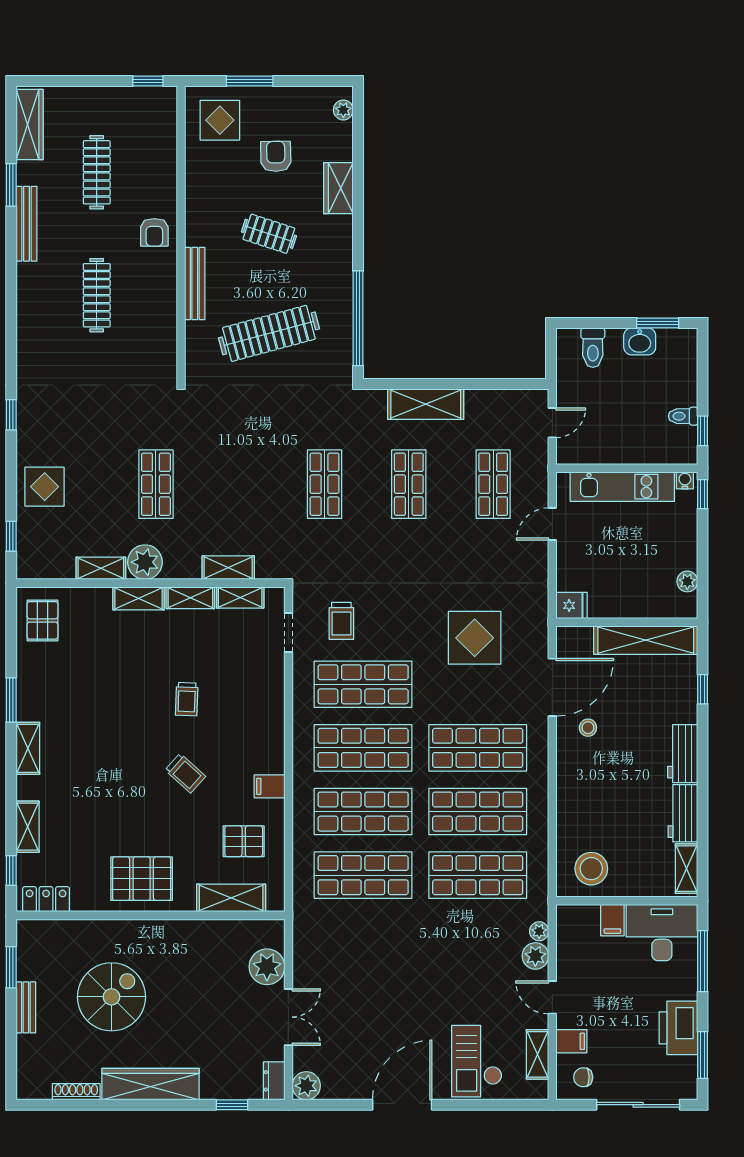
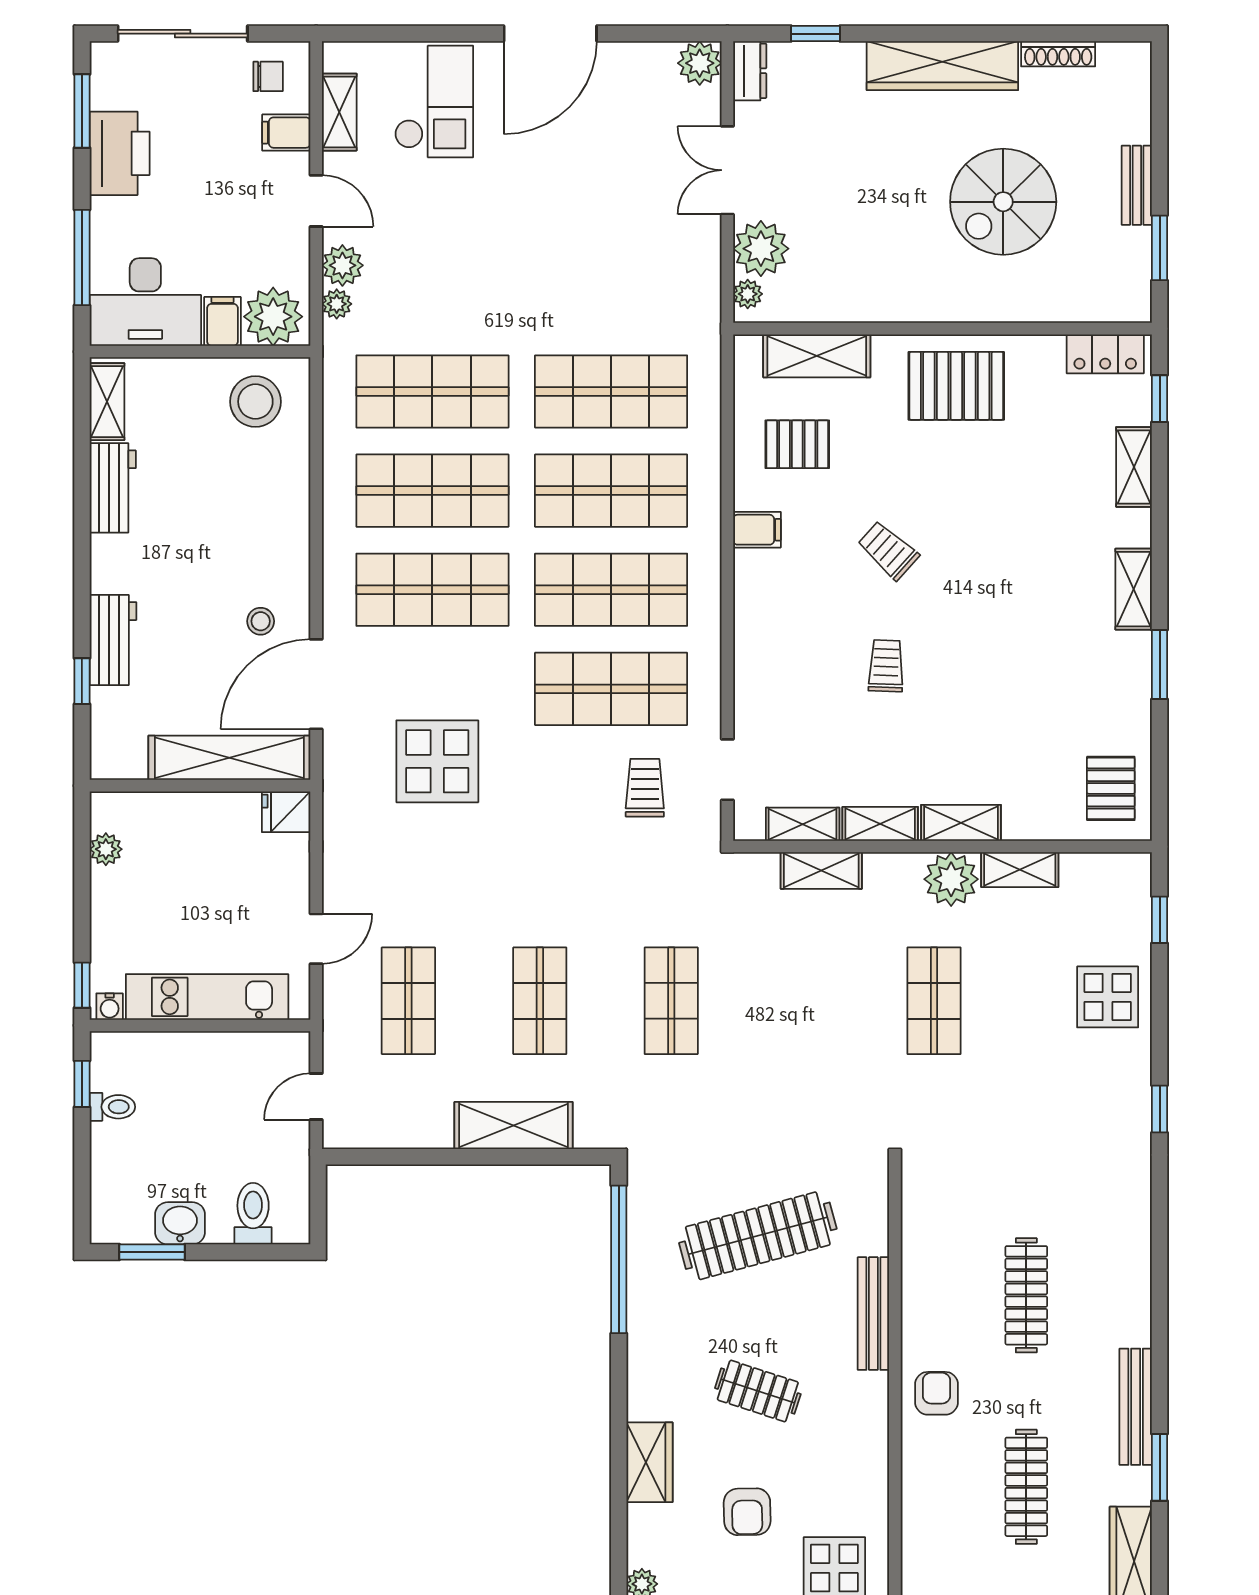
shelving: (646, 640) -> (229, 758), moved
workbench: (683, 754) -> (113, 640), moved
plant: (580, 923) -> (273, 317), added
plant: (275, 938) -> (748, 294), added

